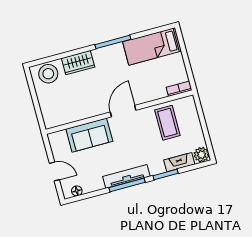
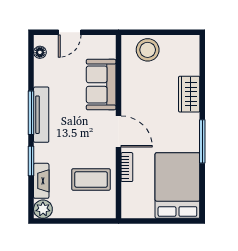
bed: (152, 46) -> (177, 186), width x1.50
stool: (48, 74) -> (148, 50), moved
bookcase: (179, 89) -> (127, 167), moved

